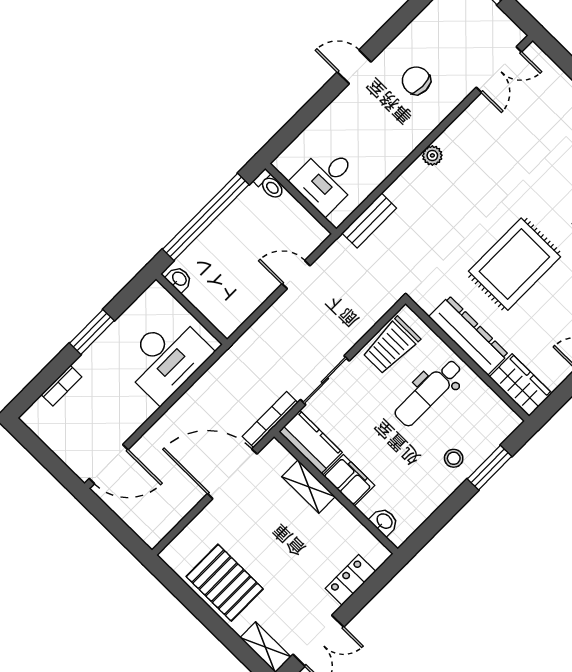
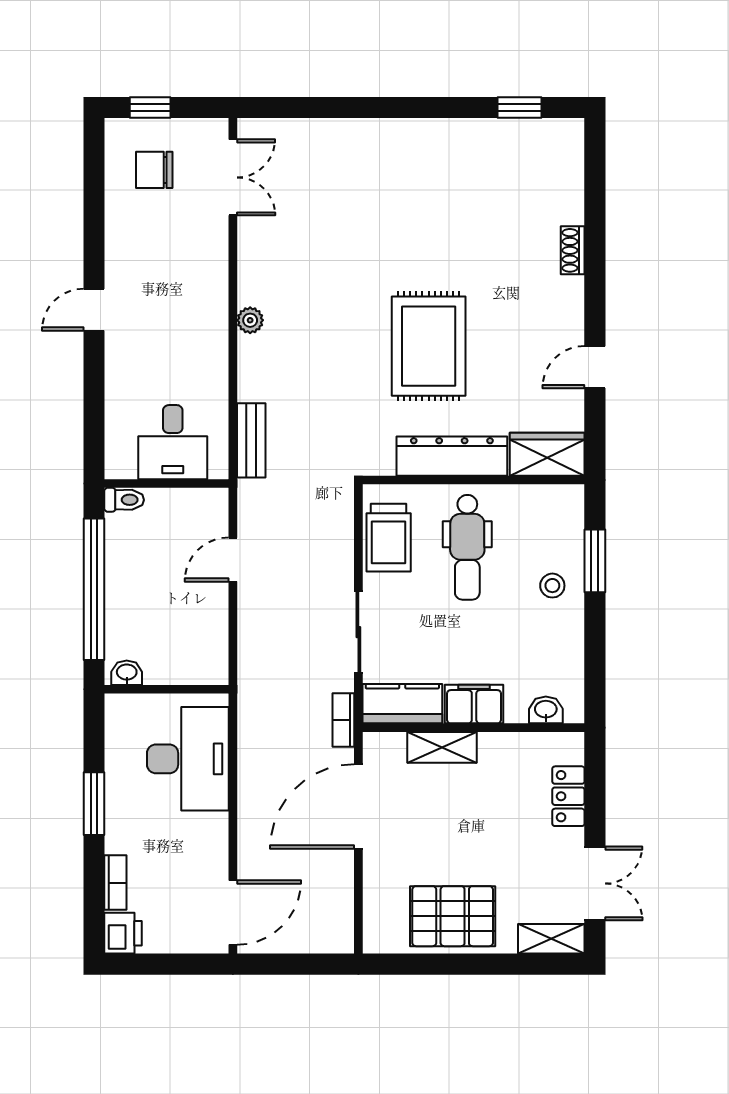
chair: (416, 81) -> (154, 170), moved
printer: (39, 417) -> (123, 933), added
bookcase: (270, 420) -> (343, 720), width x0.64

